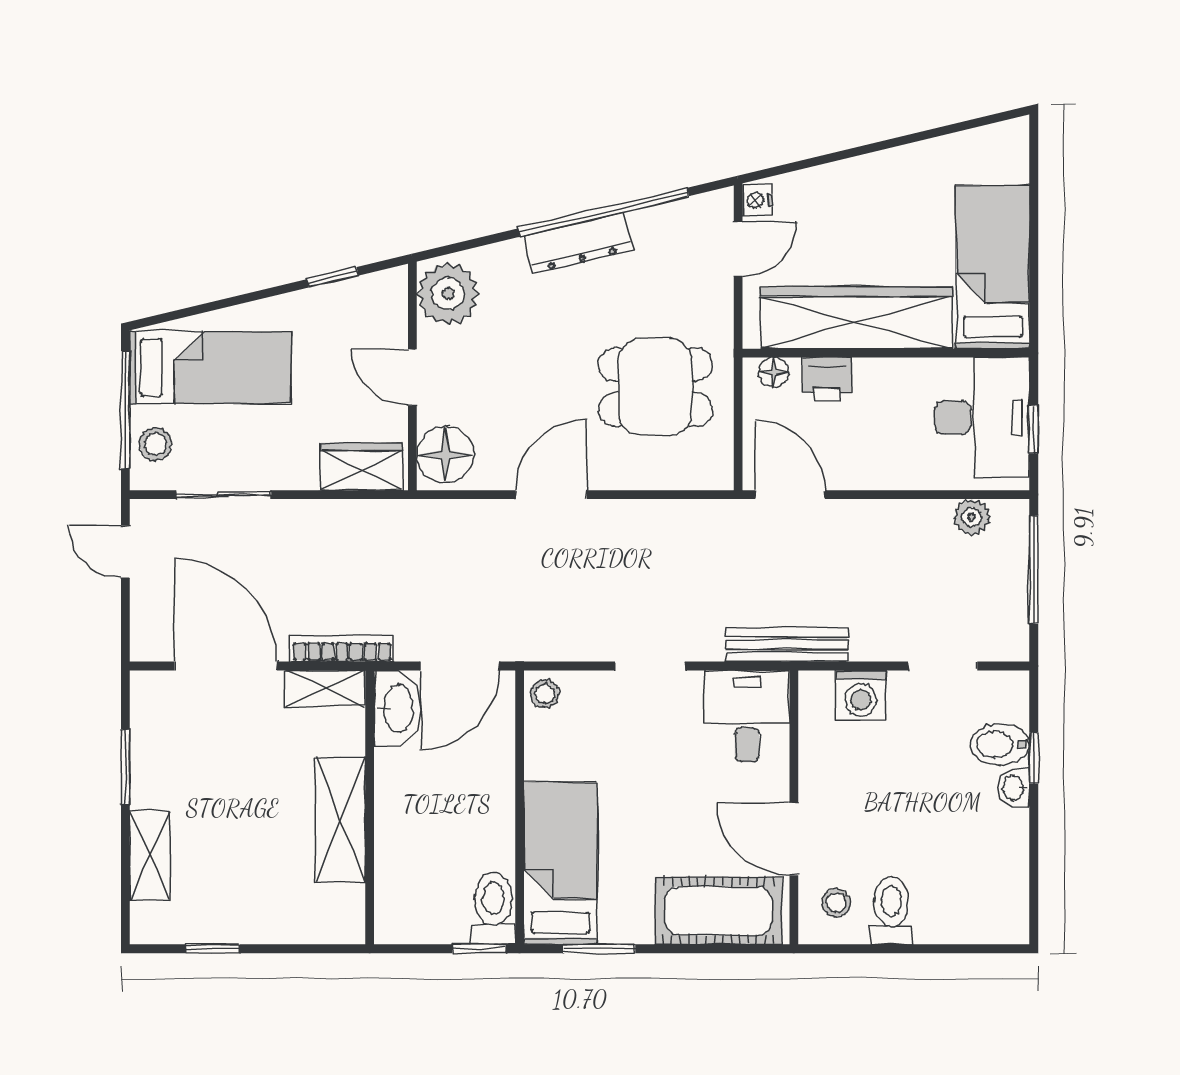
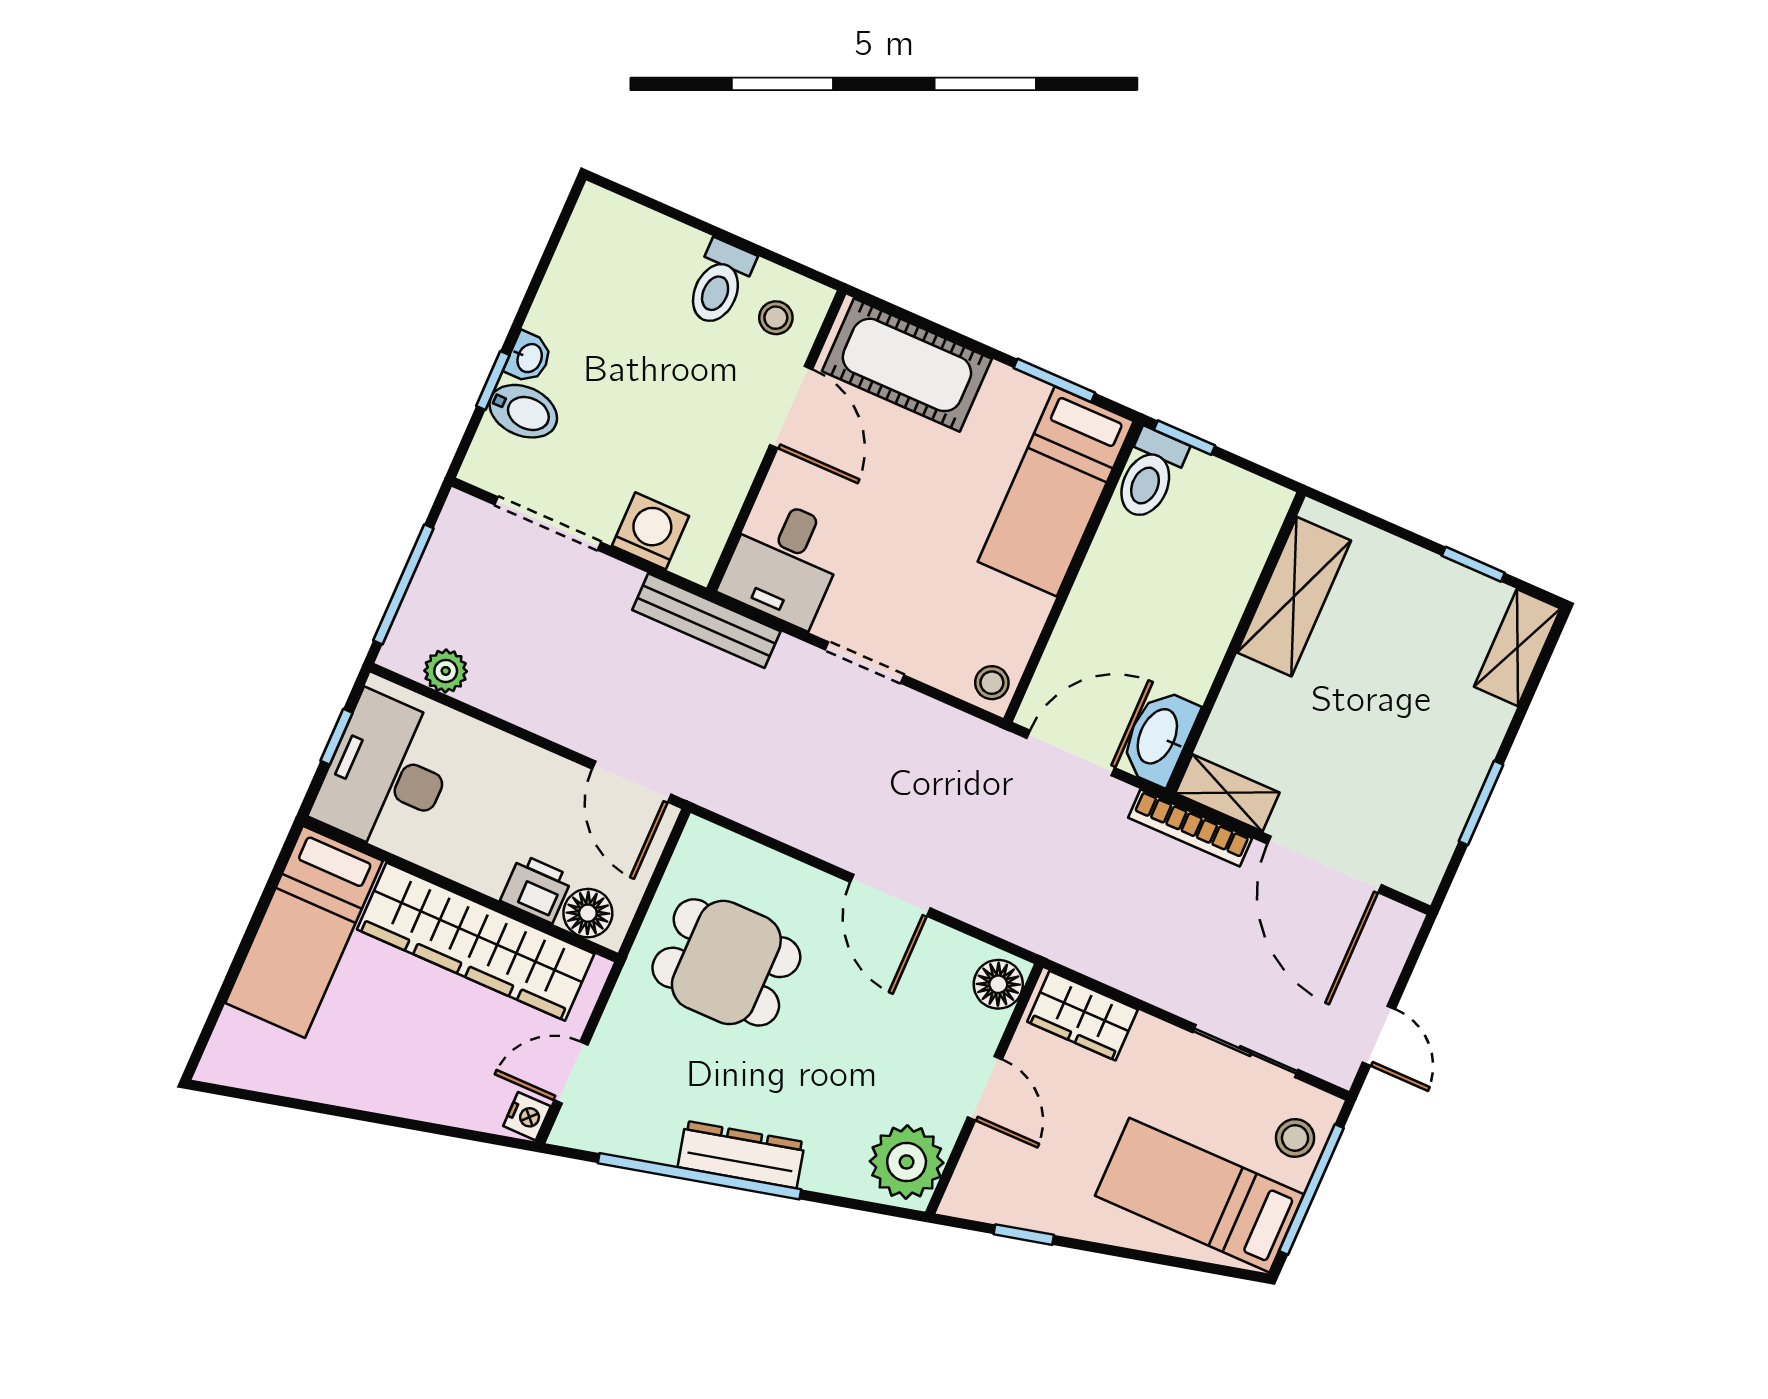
floor lamp: (774, 372) -> (588, 913), width x1.37, depth x1.37
floor lamp: (445, 455) -> (998, 984), width x0.73, depth x0.73
door: (551, 495) -> (890, 895), hinge flipped
doorway: (943, 666) -> (548, 523), width x1.38
shelving: (340, 820) -> (1294, 597), moved
shelving: (150, 855) -> (1517, 648), moved

